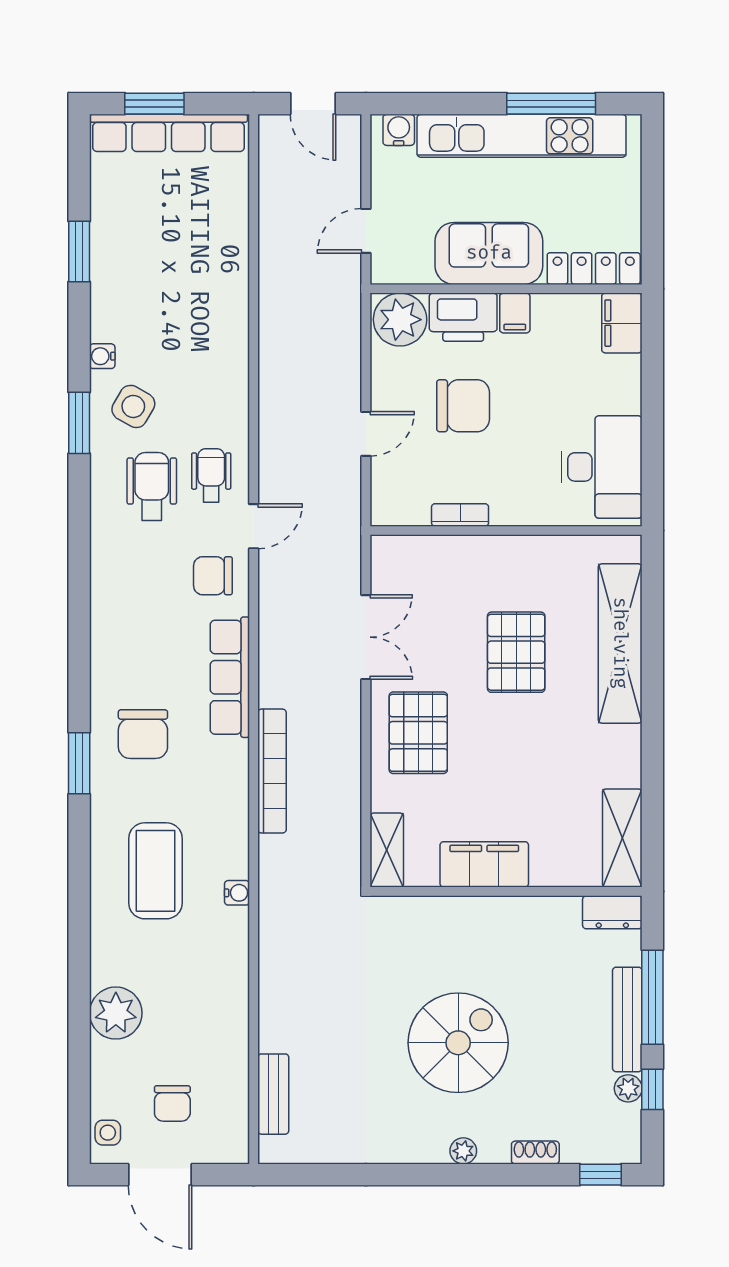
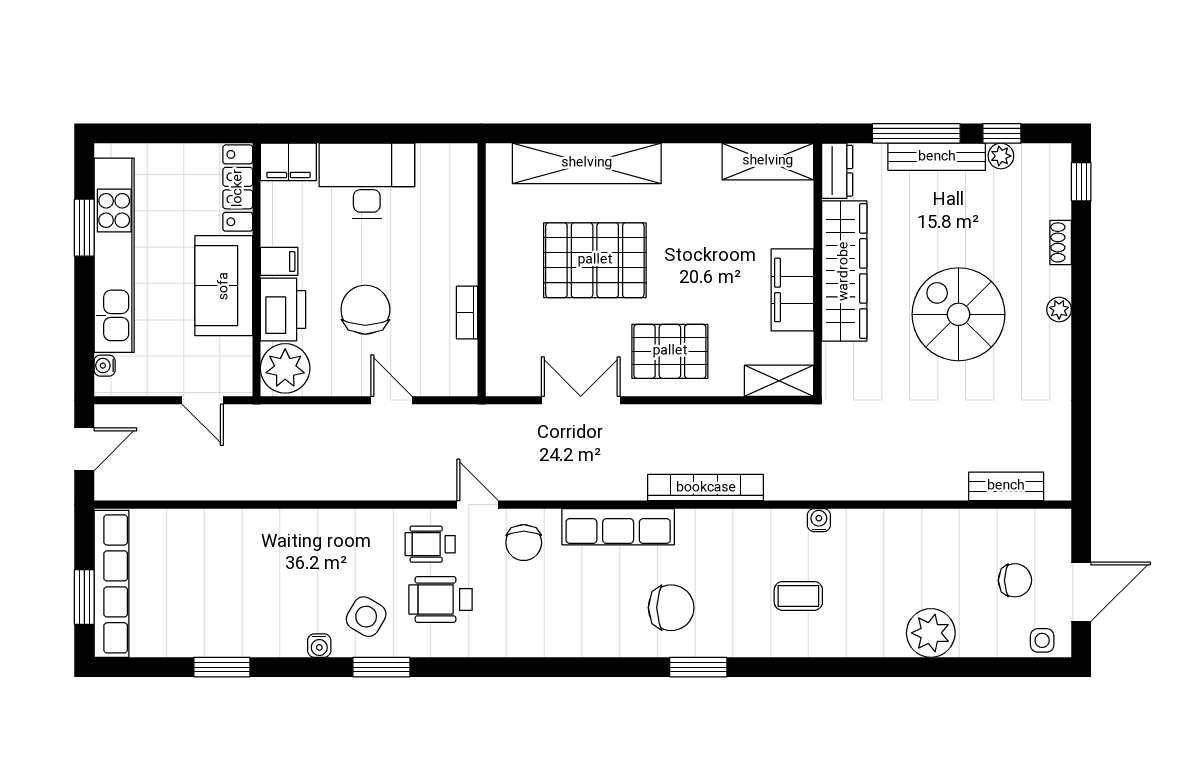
window: (551, 104) -> (84, 228), width x0.69
water cooler: (399, 130) -> (105, 366), width x0.72, depth x0.72
desk: (602, 467) -> (367, 181), moved
pallet: (516, 652) -> (595, 260), width x1.37, depth x1.41
coffee table: (156, 871) -> (798, 596), width x0.54, depth x0.58
wardrobe: (505, 920) -> (844, 271), added

